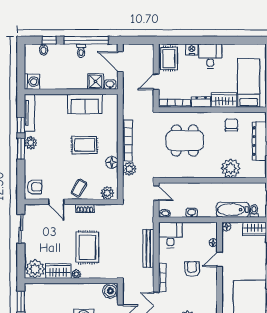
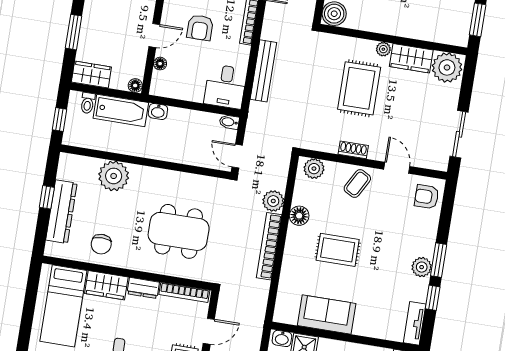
tv unit: (30, 113) -> (415, 323), width x0.71
washbasin: (192, 213) -> (158, 111), moved

